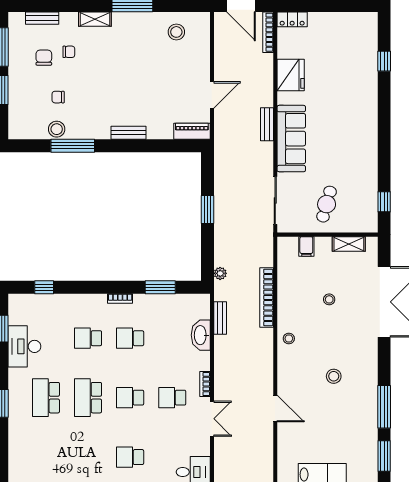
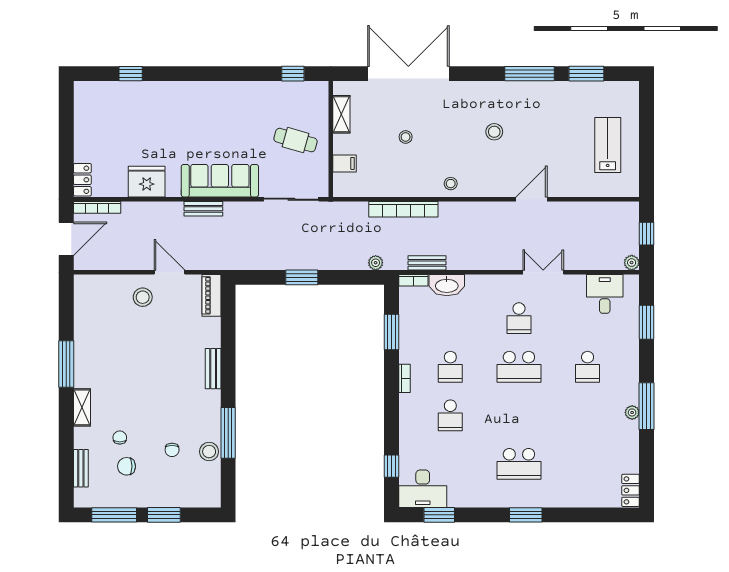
stool: (176, 32) -> (143, 297), moved
desk: (24, 346) -> (423, 489), moved
bookcase: (205, 384) -> (413, 280), moved
school desk: (88, 398) -> (519, 415), removed
school desk: (130, 398) -> (519, 367), width x1.85

